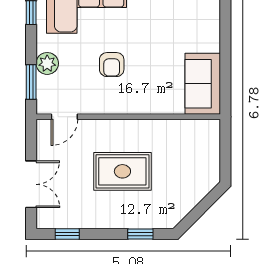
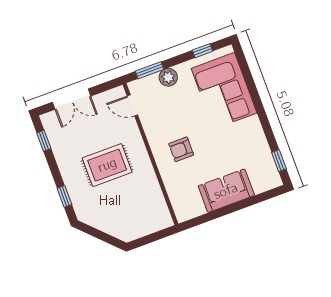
armchair: (112, 65) -> (181, 149), moved
sofa: (203, 84) -> (226, 191), moved
rug: (122, 171) -> (107, 165), turned 90

